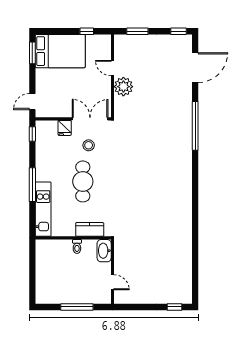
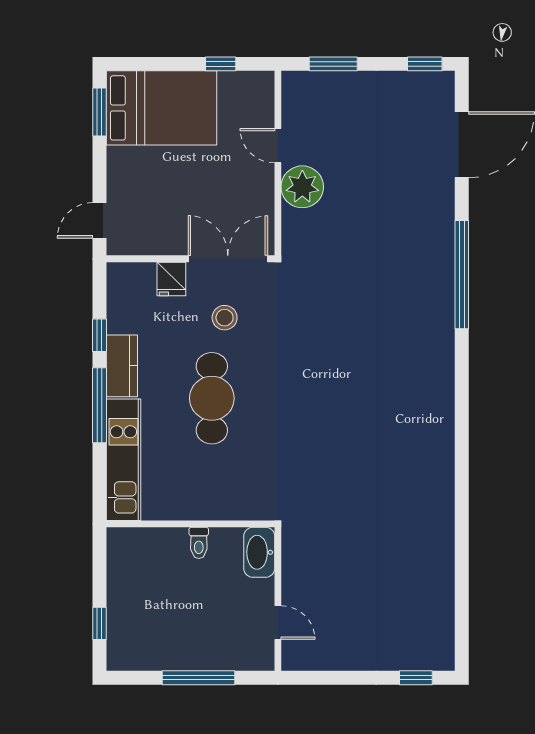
window: (32, 134) -> (99, 335), moved
kitchen counter: (90, 229) -> (122, 366), moved, turned 90
window: (32, 283) -> (99, 623), added

